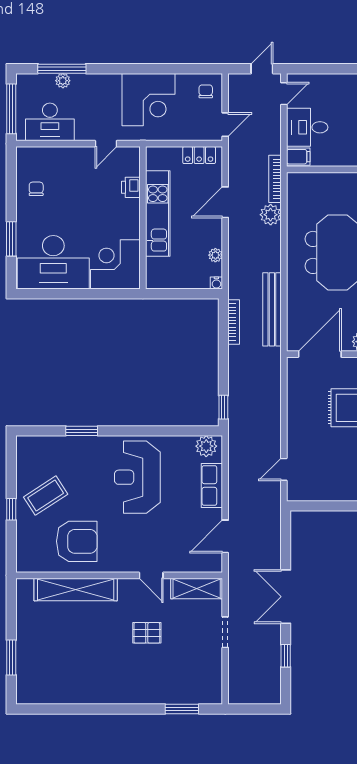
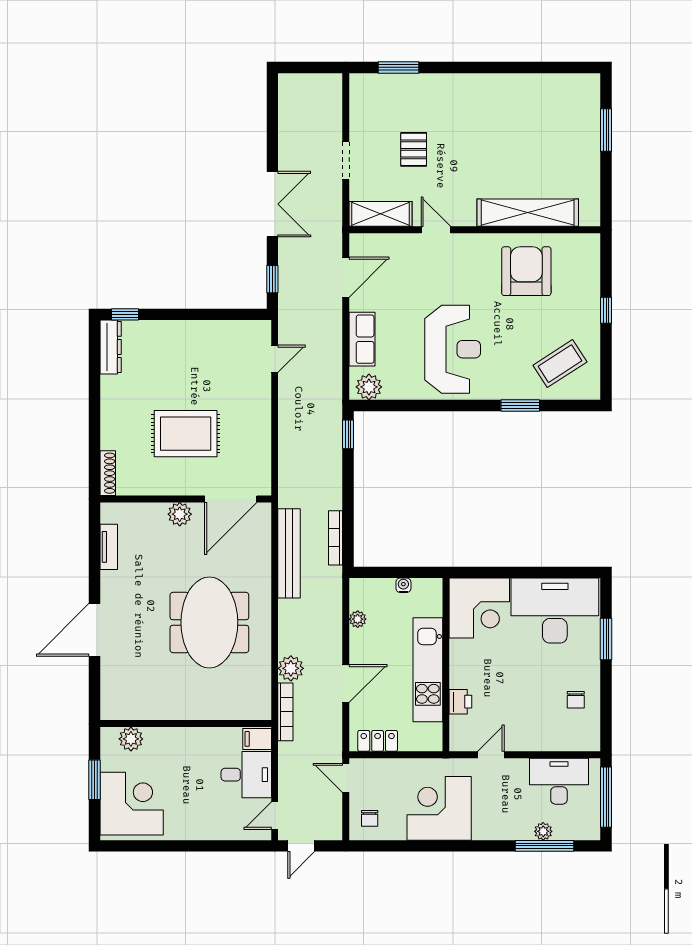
door: (225, 125) -> (346, 778), hinge flipped
water cooler: (216, 283) -> (403, 585), moved
coffee table: (46, 496) -> (560, 364), moved
armchair: (77, 541) -> (526, 271), turned 90
pallet: (147, 633) -> (414, 149), moved, turned 90
window: (286, 656) -> (272, 279), moved

